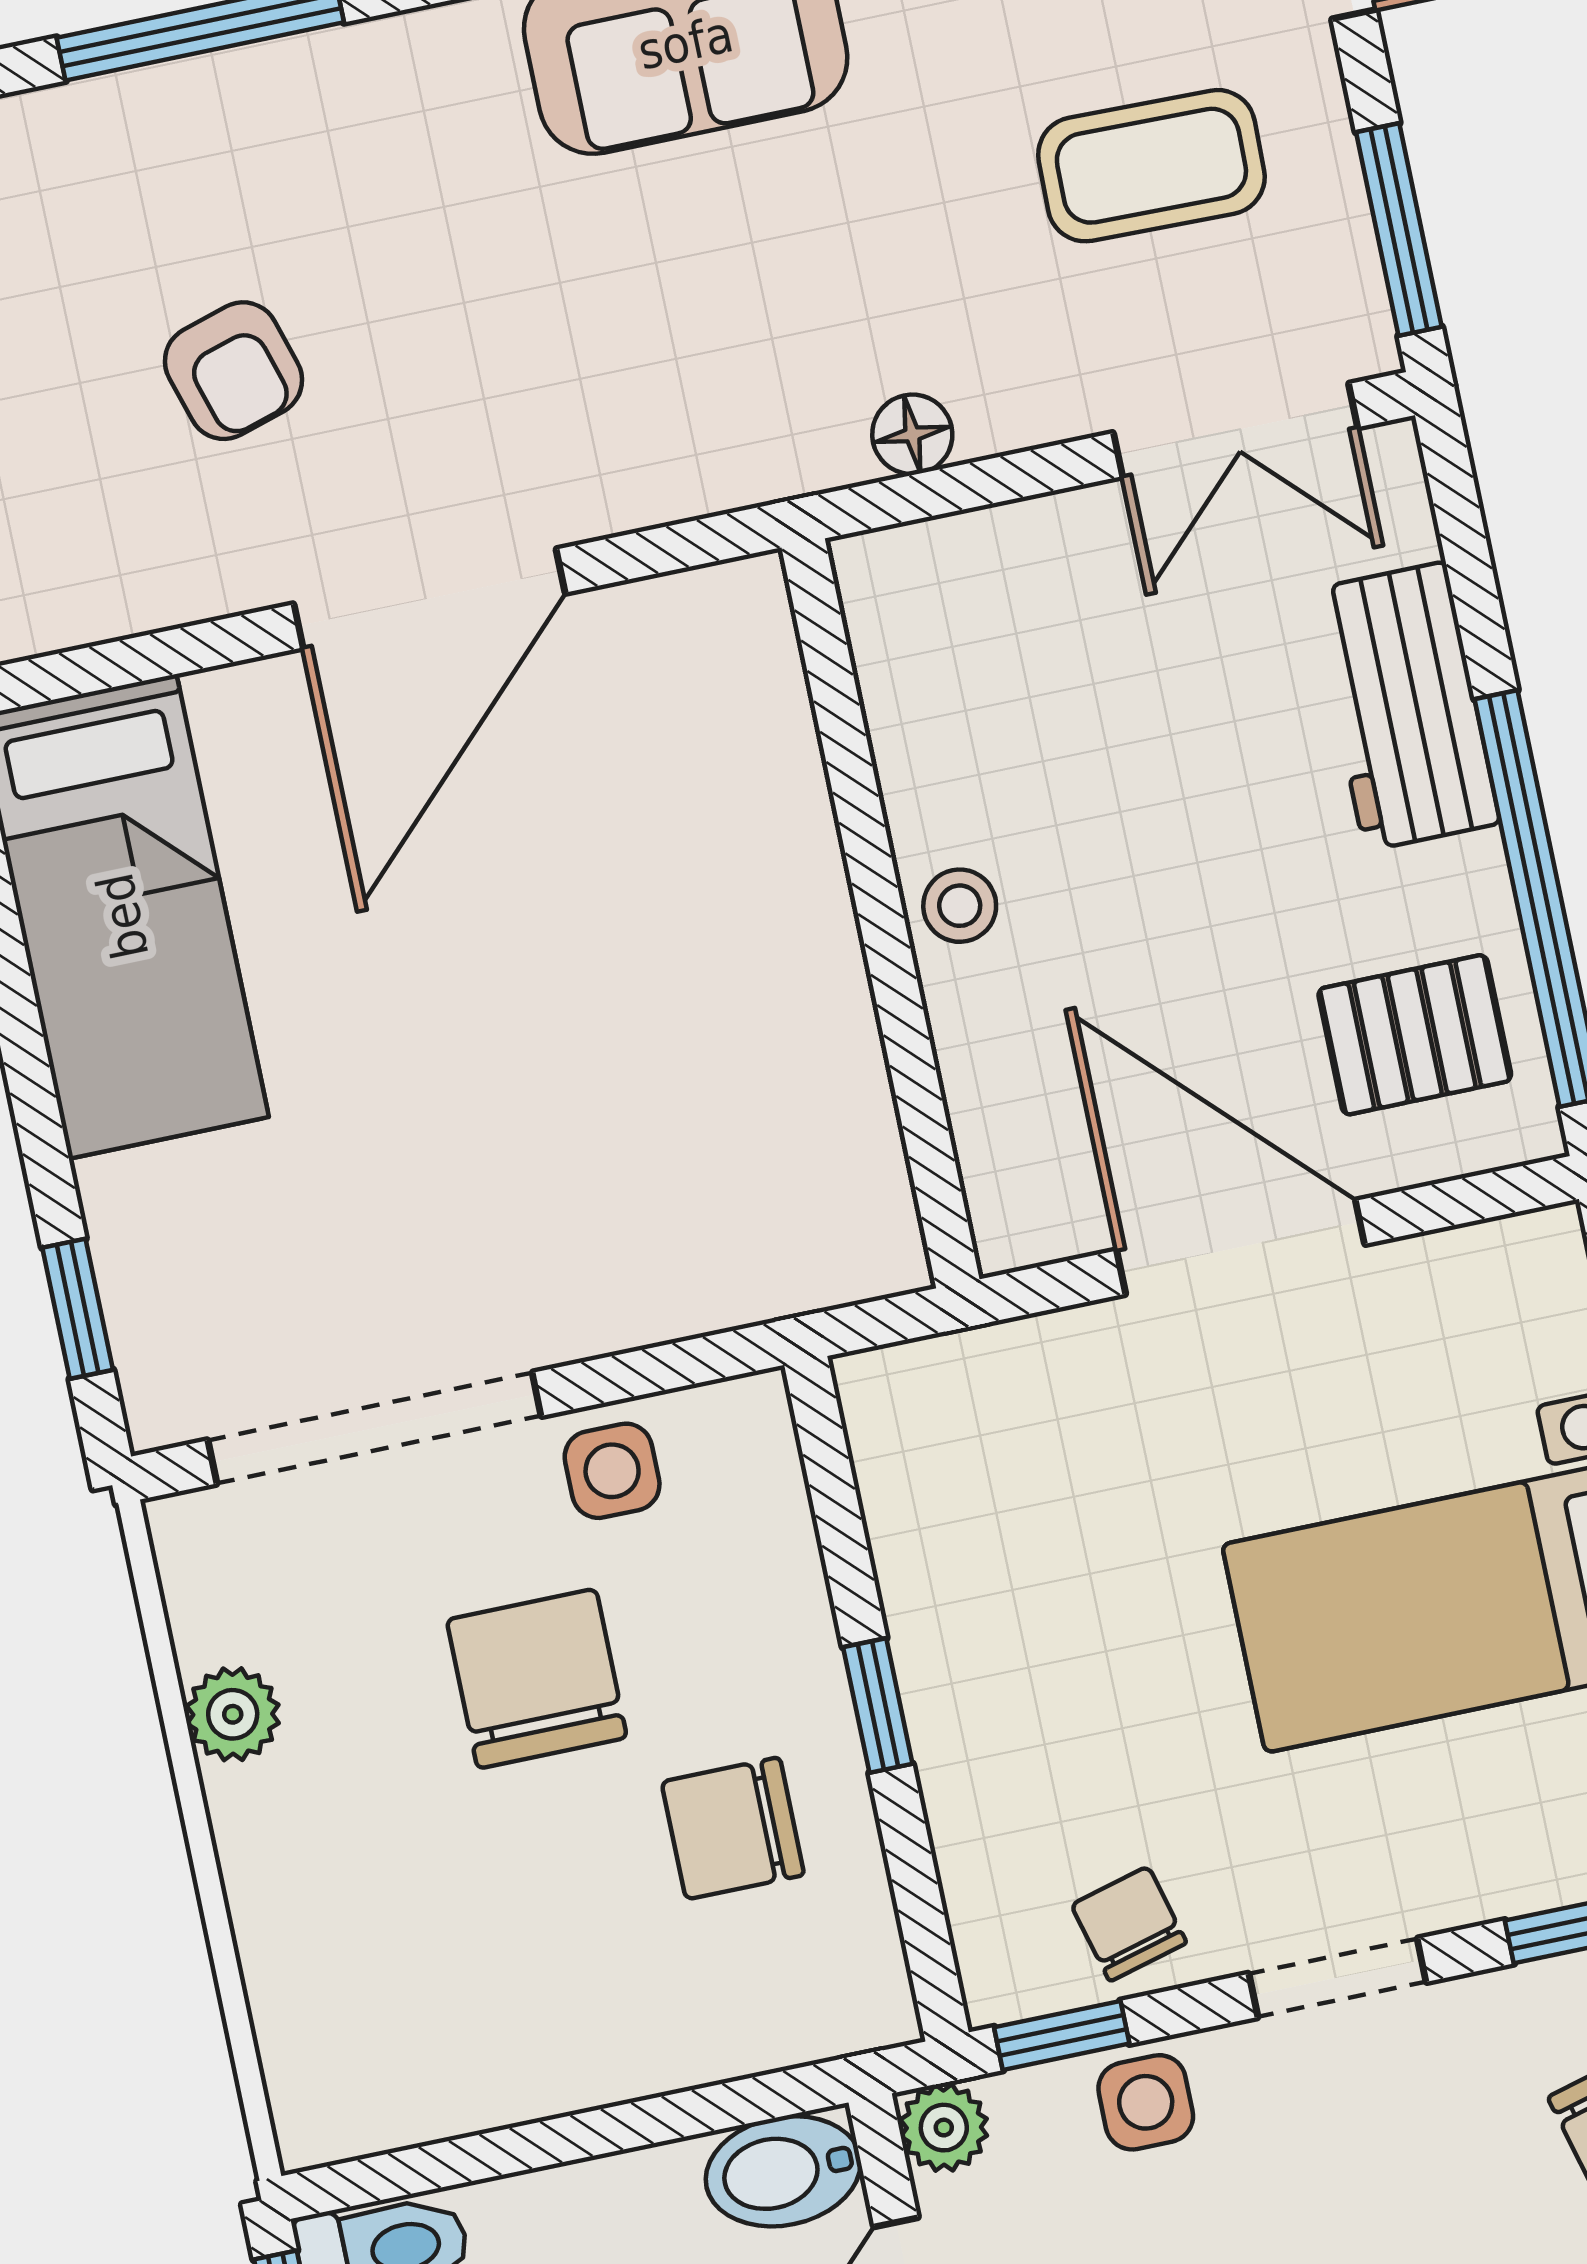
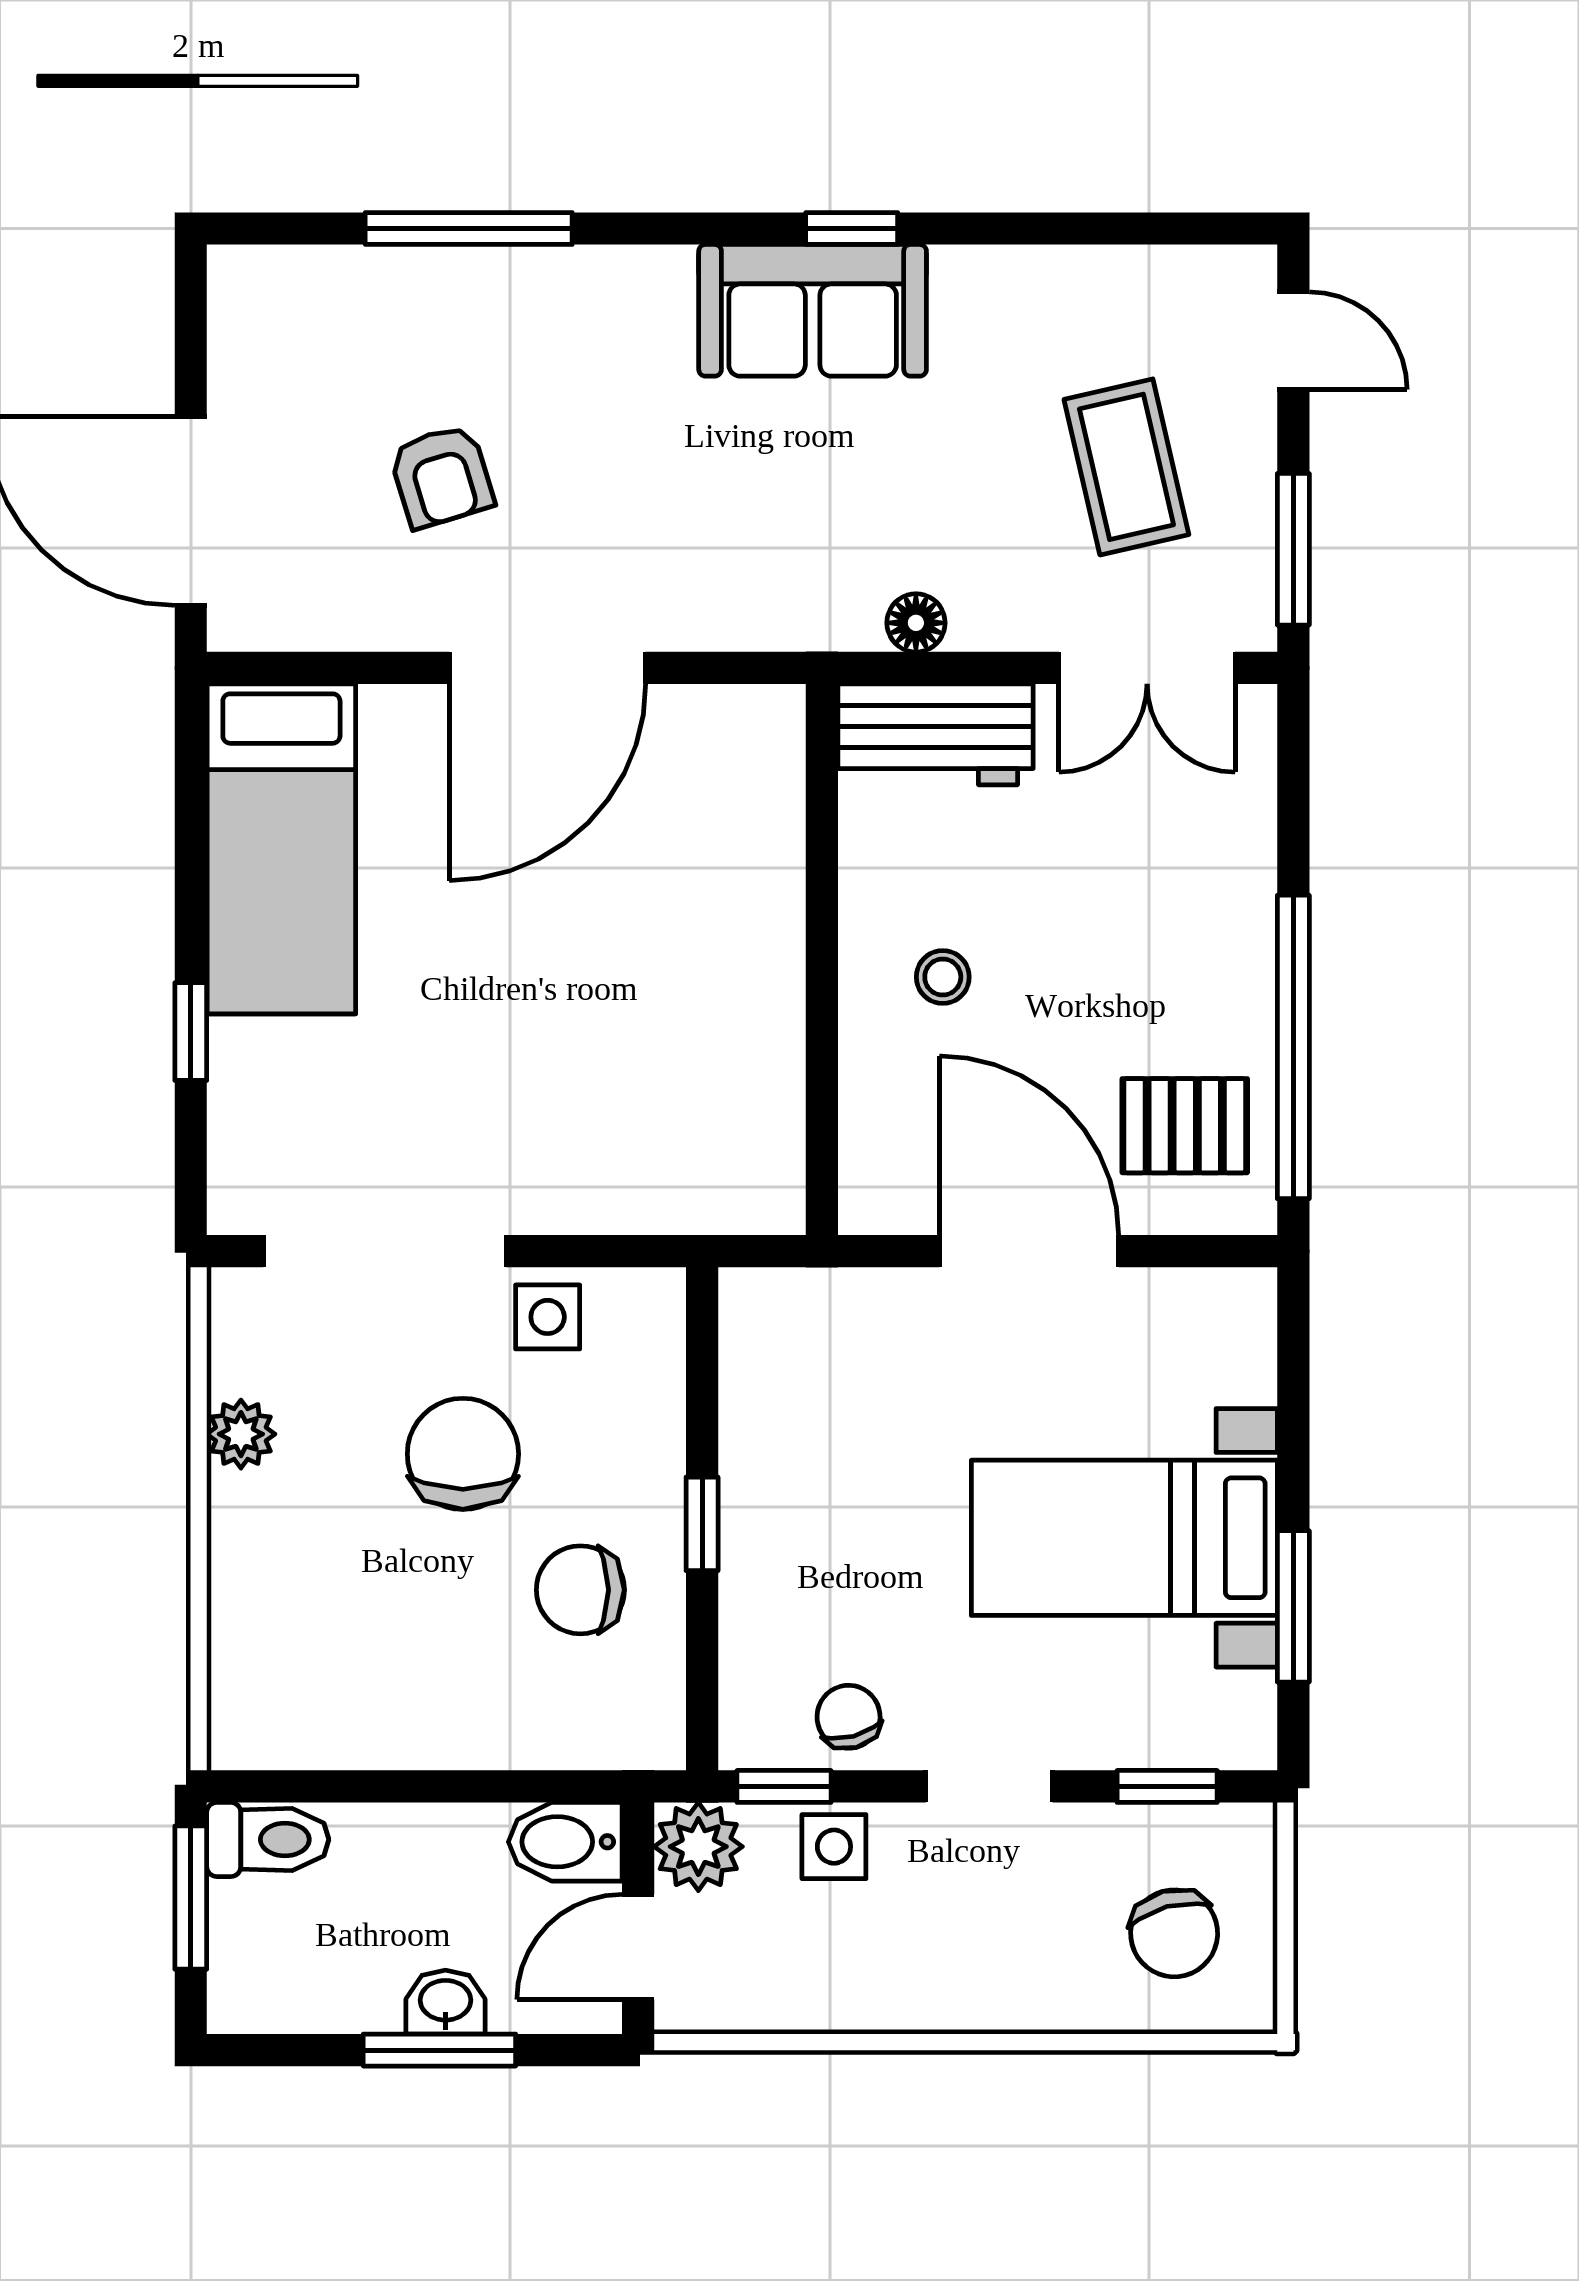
coffee table: (1151, 166) -> (1126, 467), turned 76
workbench: (1405, 706) -> (936, 734), moved, turned -90
stool: (960, 906) -> (943, 977), moved
window: (78, 1309) -> (191, 1032), moved
plant: (944, 2128) -> (698, 1847), width x1.38, depth x1.38

